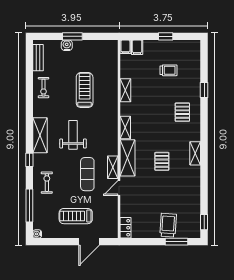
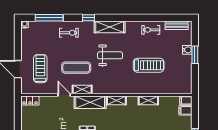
treadmill: (76, 216) -> (40, 69), moved

